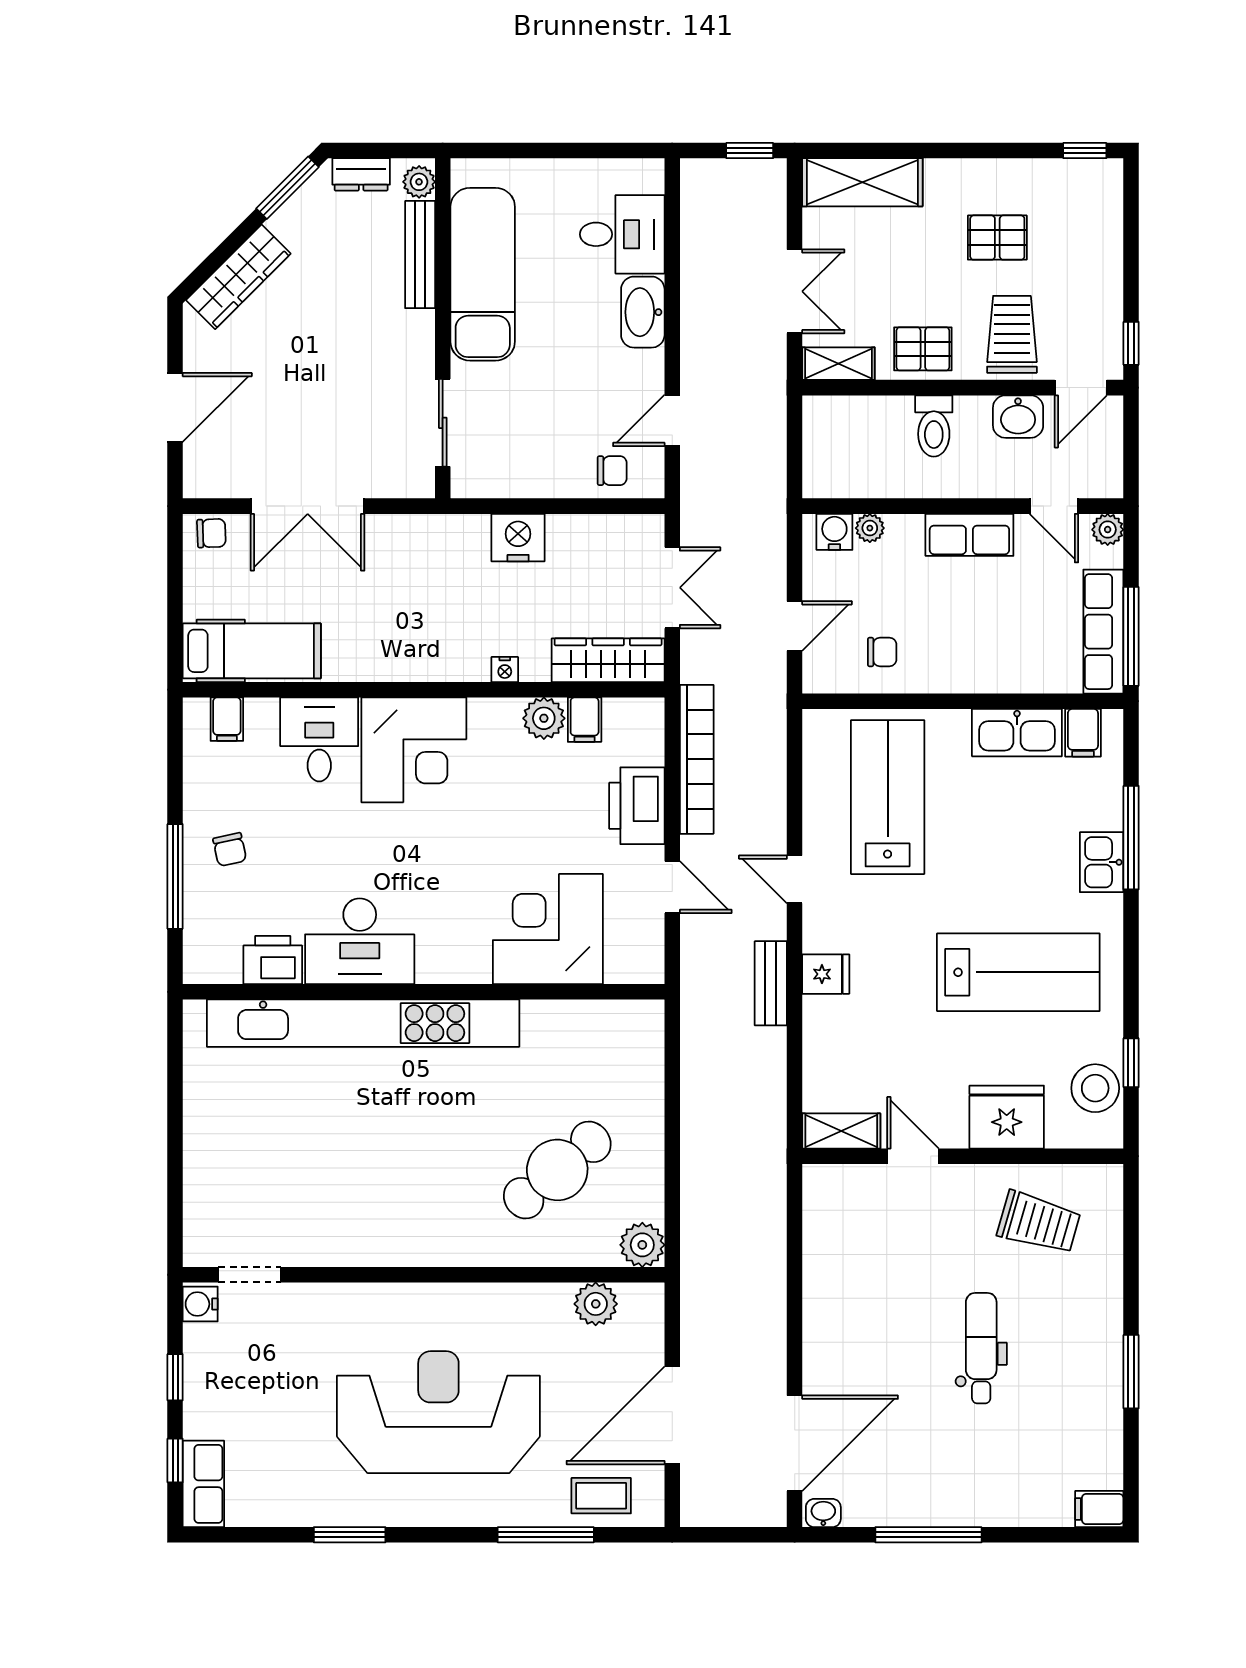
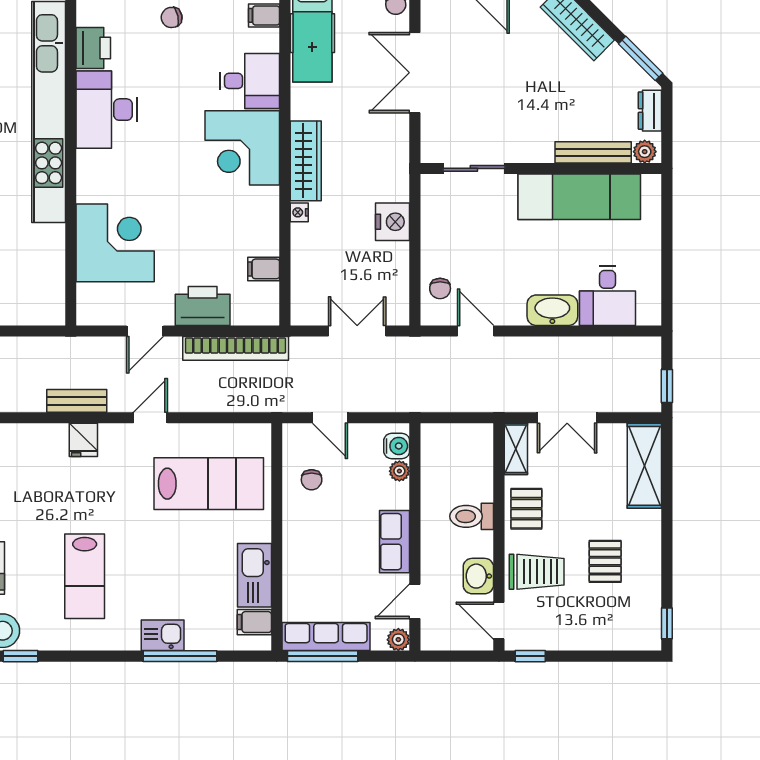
double door: (672, 588) -> (357, 331), swing flipped
wardrobe: (608, 660) -> (306, 161), moved
plant: (544, 718) -> (265, 240), removed
lab bench: (1018, 972) -> (85, 576), width x0.73, depth x0.72

